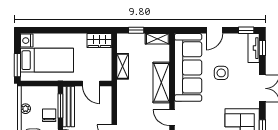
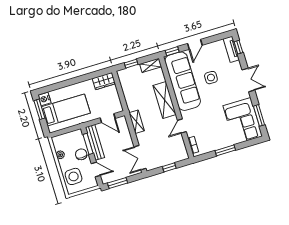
window: (246, 30) -> (172, 51), moved
window: (17, 65) -> (39, 109), moved
shelving: (123, 66) -> (137, 122), moved
door: (172, 118) -> (182, 126), hinge flipped

